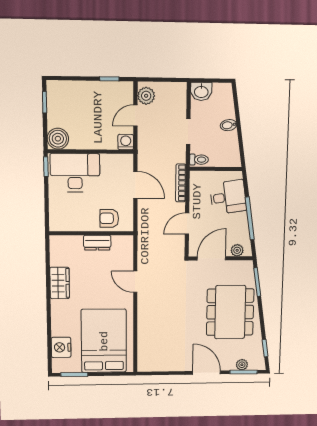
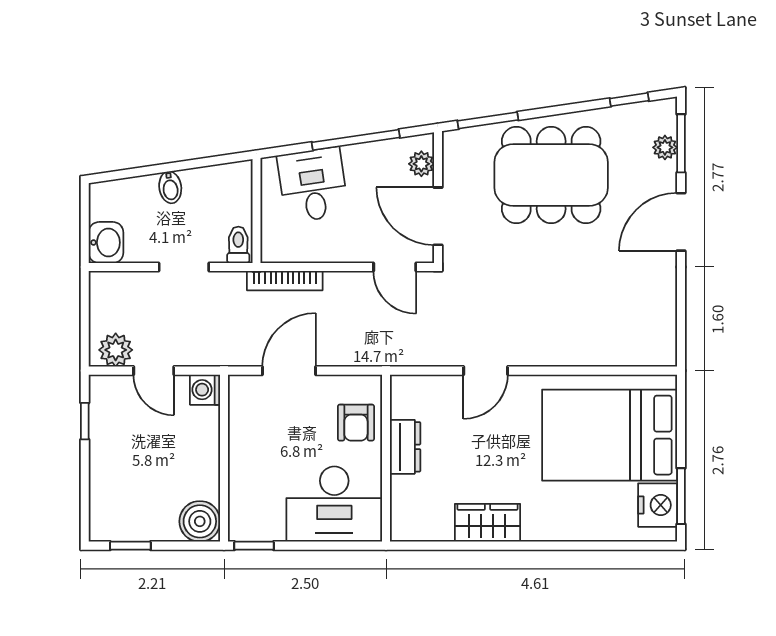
desk: (75, 173) -> (334, 504), moved, turned -90
door: (187, 224) -> (395, 267), moved
nightstand: (61, 347) -> (658, 505), moved, turned -90

